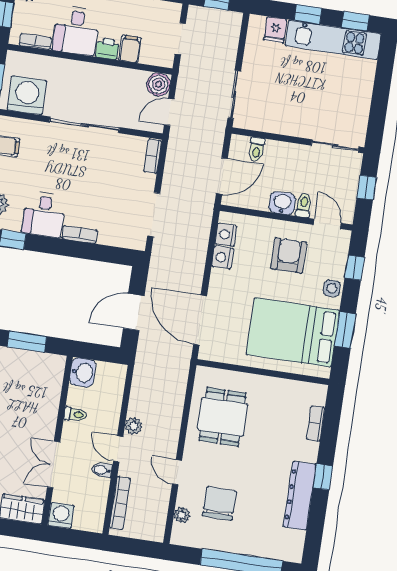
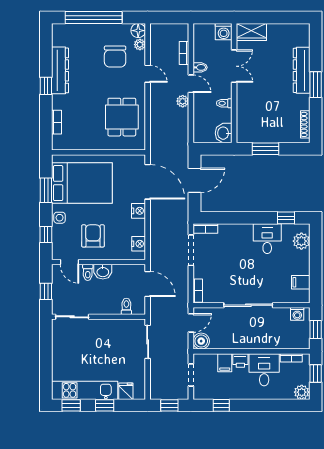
washing machine: (27, 95) -> (297, 314), width x0.53, depth x0.53
door: (222, 176) -> (148, 284), swing flipped
bookcase: (80, 235) -> (206, 229), moved
armchair: (289, 256) -> (93, 236), turned 180
nightstand: (223, 257) -> (139, 211), moved
bookcase: (120, 503) -> (184, 53), width x0.64
floor lamp: (181, 535) -> (138, 31), added

